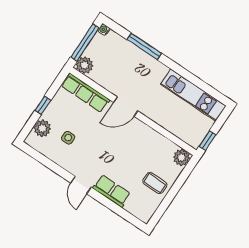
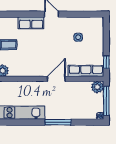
window: (144, 46) -> (58, 122), moved
window: (43, 105) -> (106, 62), moved
plant: (42, 128) -> (97, 32), removed

